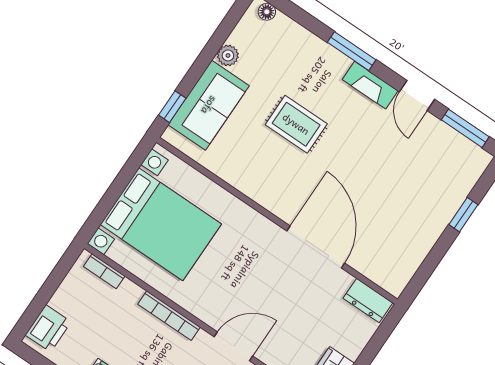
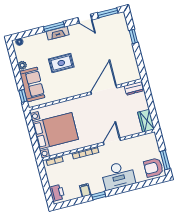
fireplace: (370, 85) -> (58, 33), moved
door: (316, 247) -> (104, 90), hinge flipped

